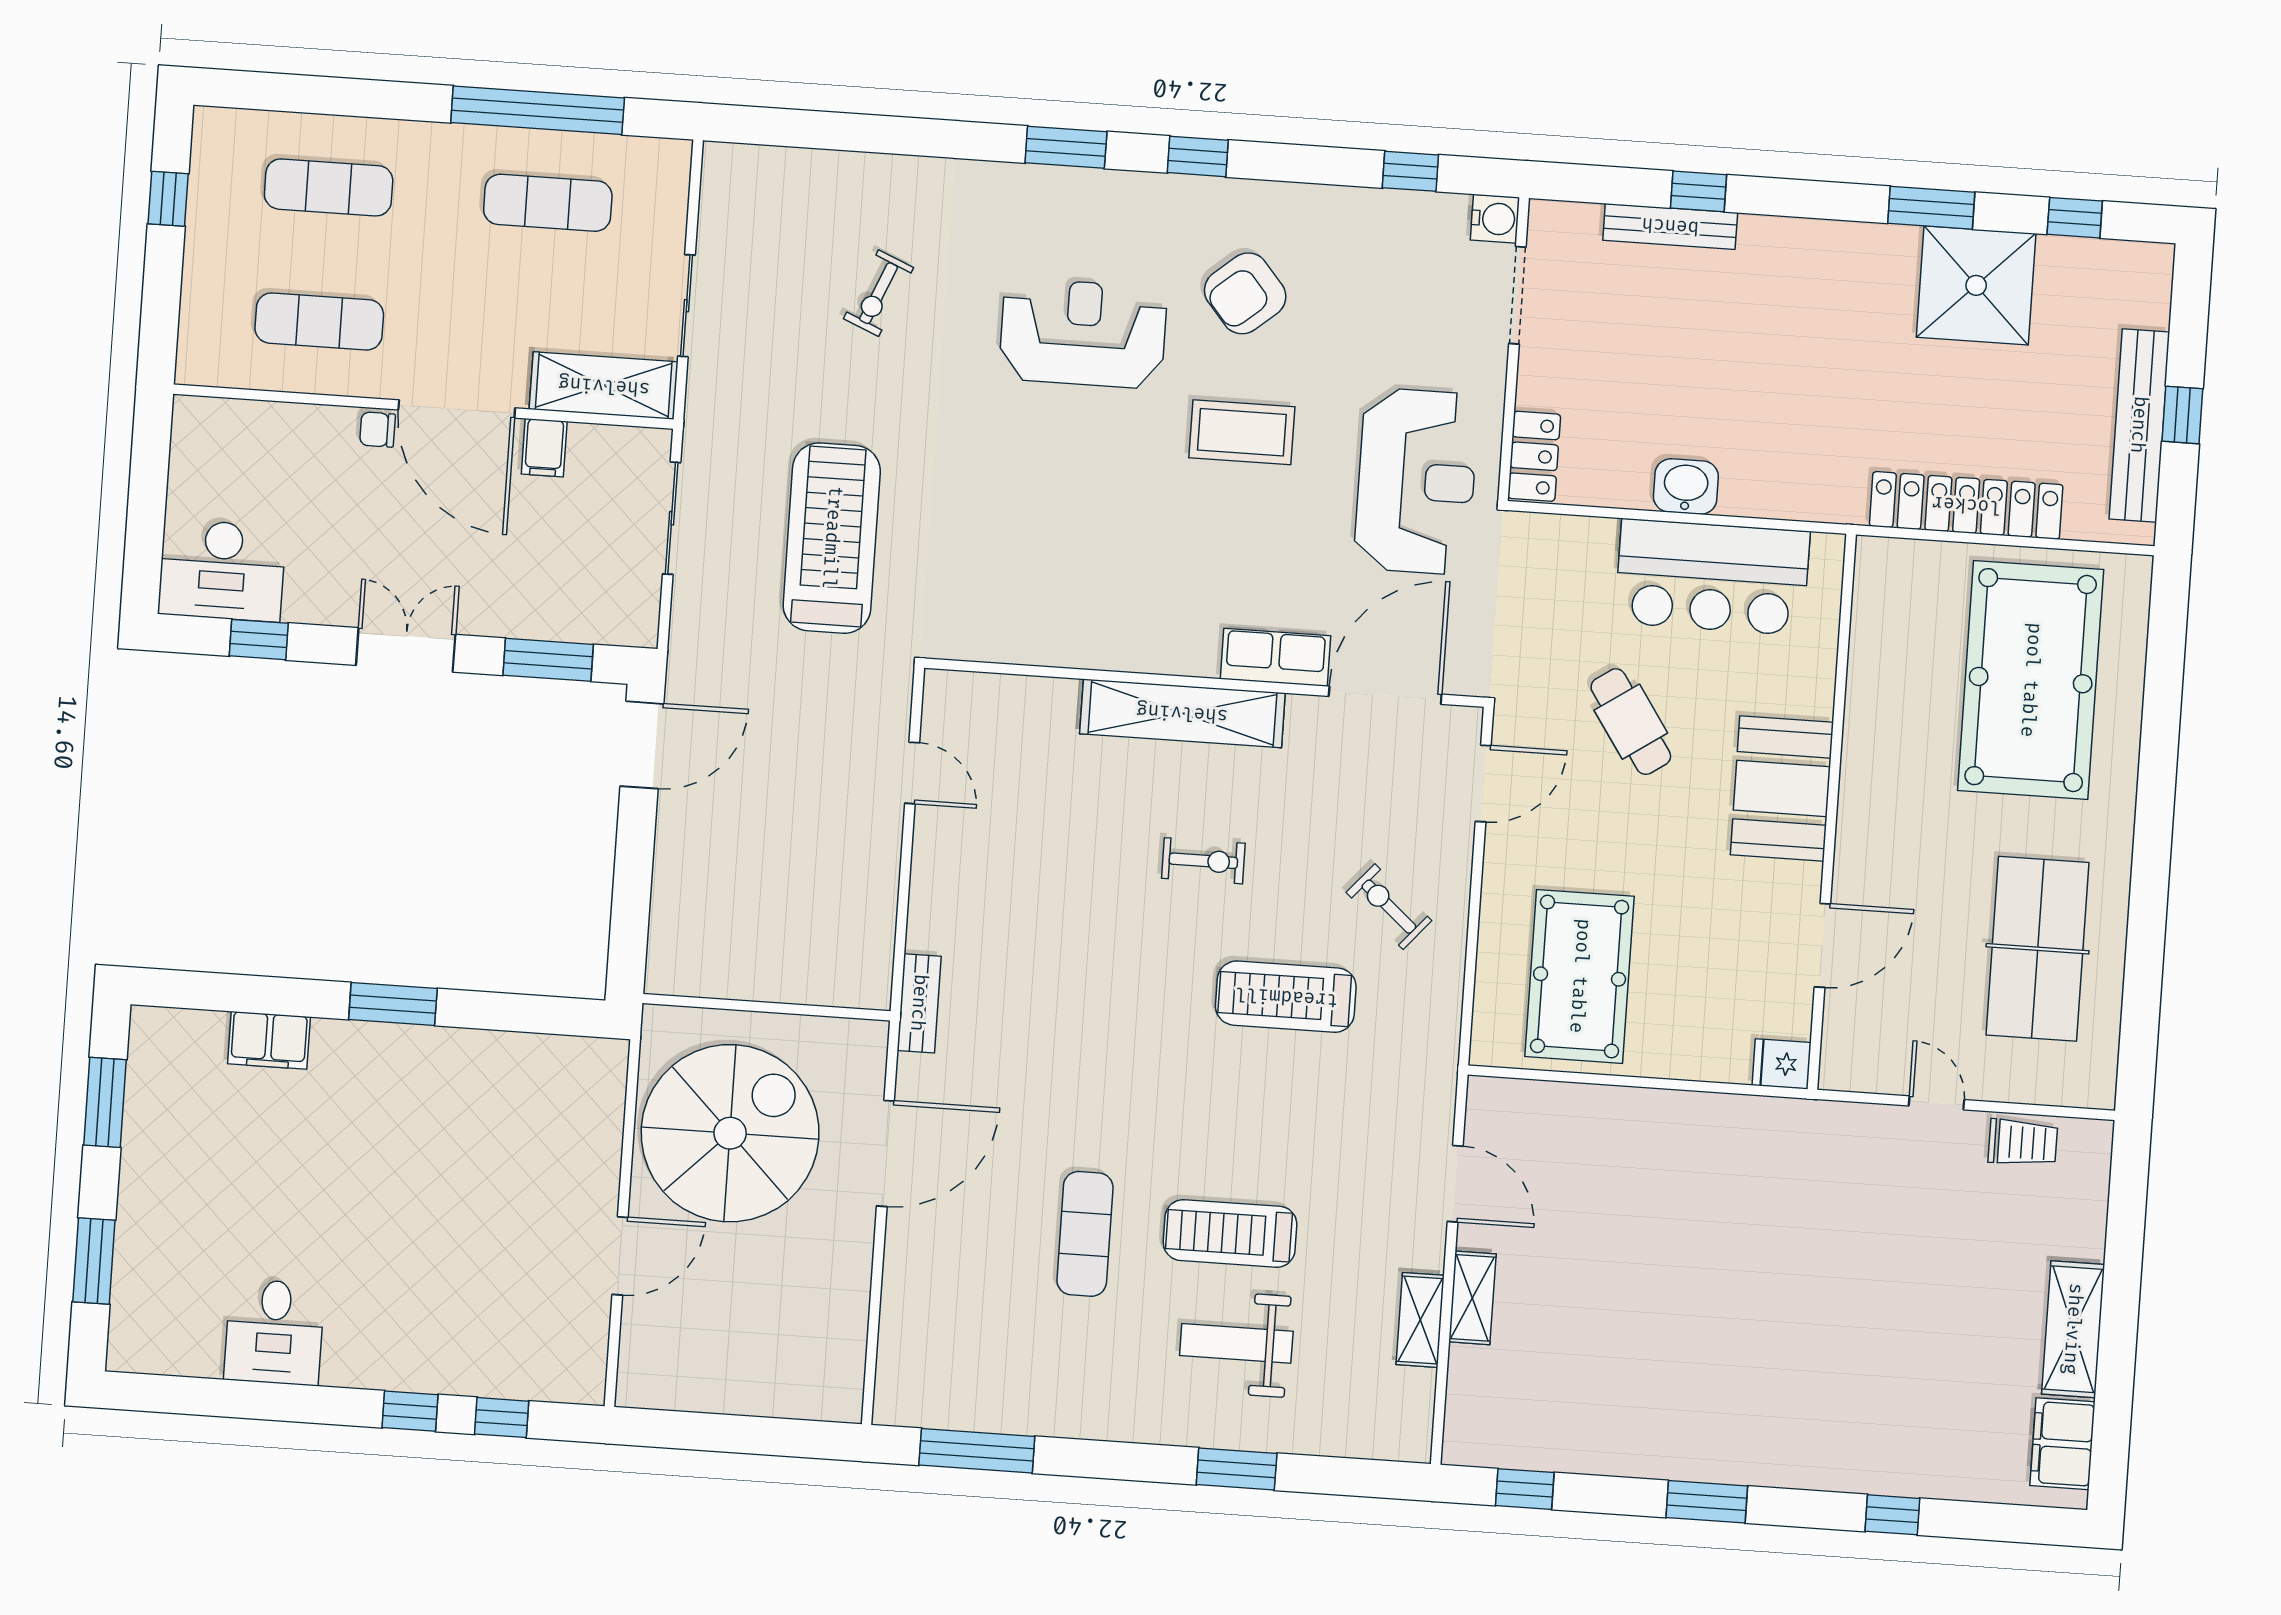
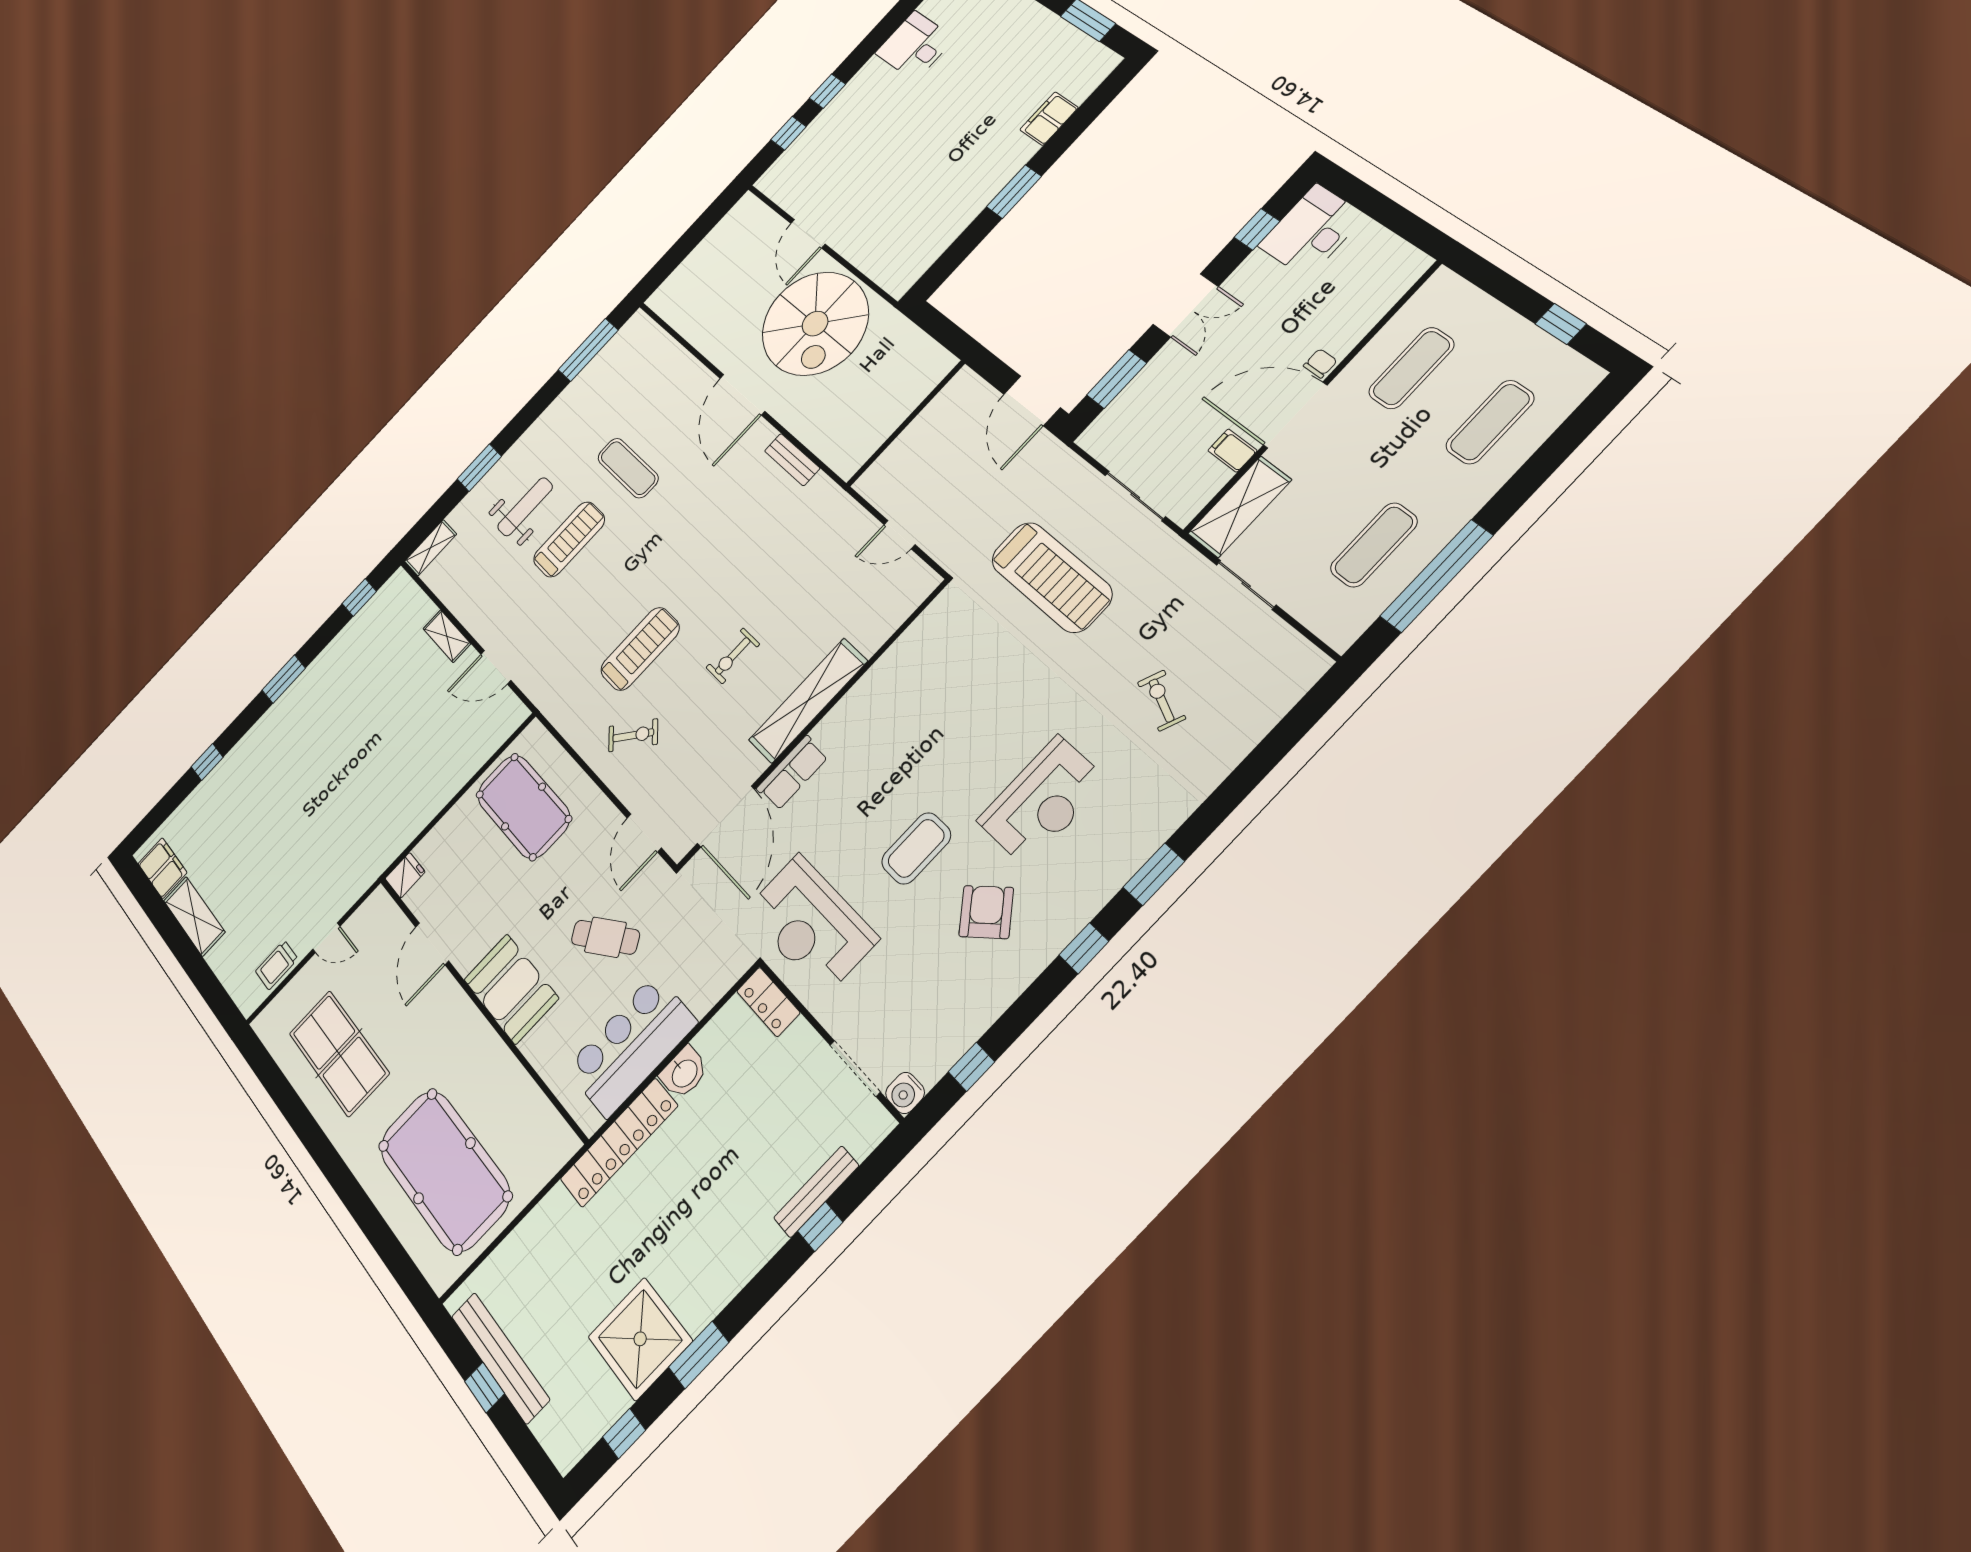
locker: (1966, 505) -> (619, 1142), moved
wall: (767, 1007) -> (906, 423), moved
shelving: (1420, 1320) -> (431, 548), moved, turned 90

